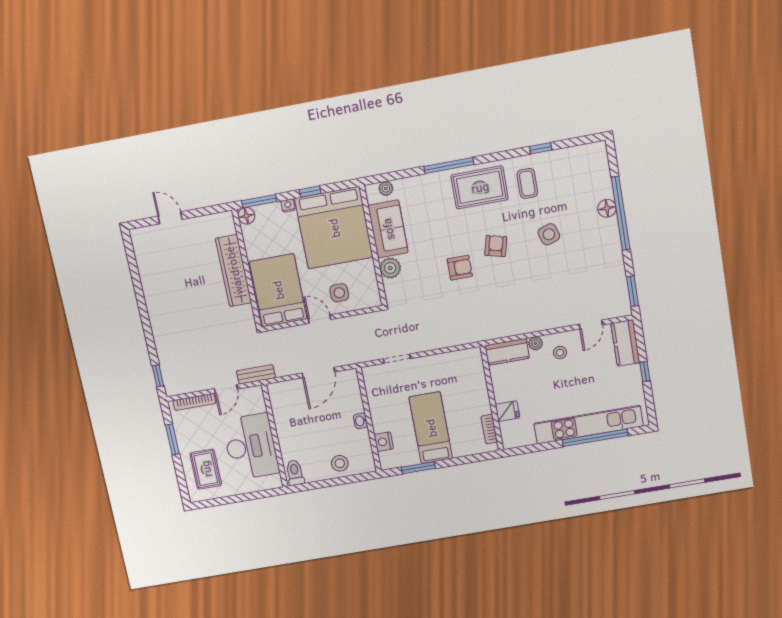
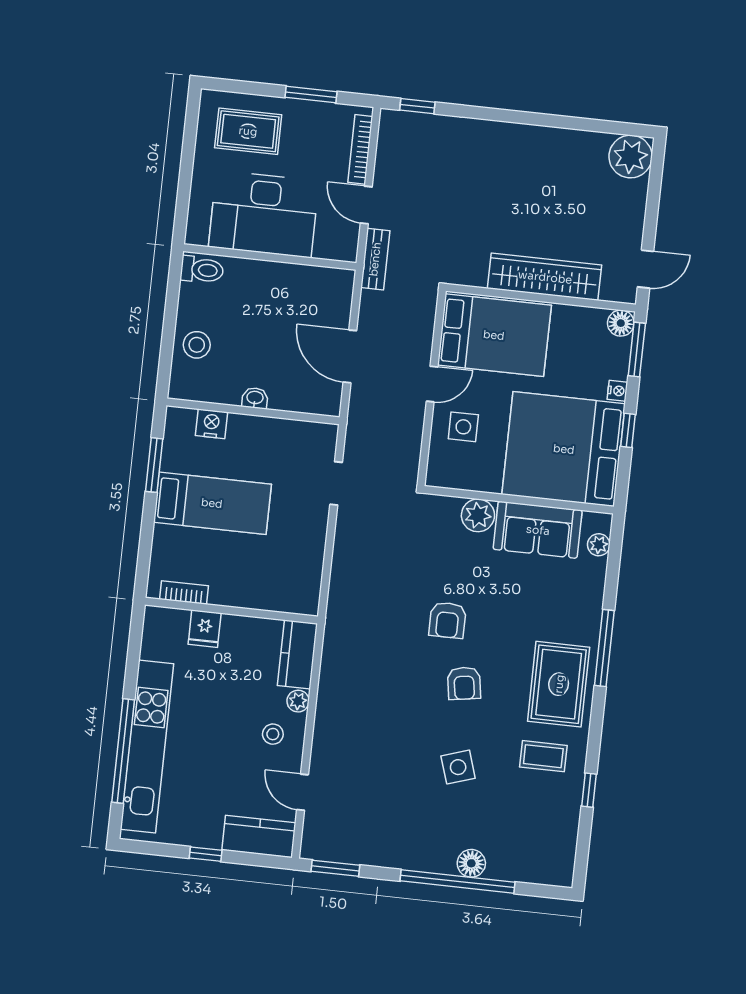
door: (170, 218) -> (646, 269), moved
plant: (145, 240) -> (631, 157), added
armchair: (496, 246) -> (464, 683), turned 67

